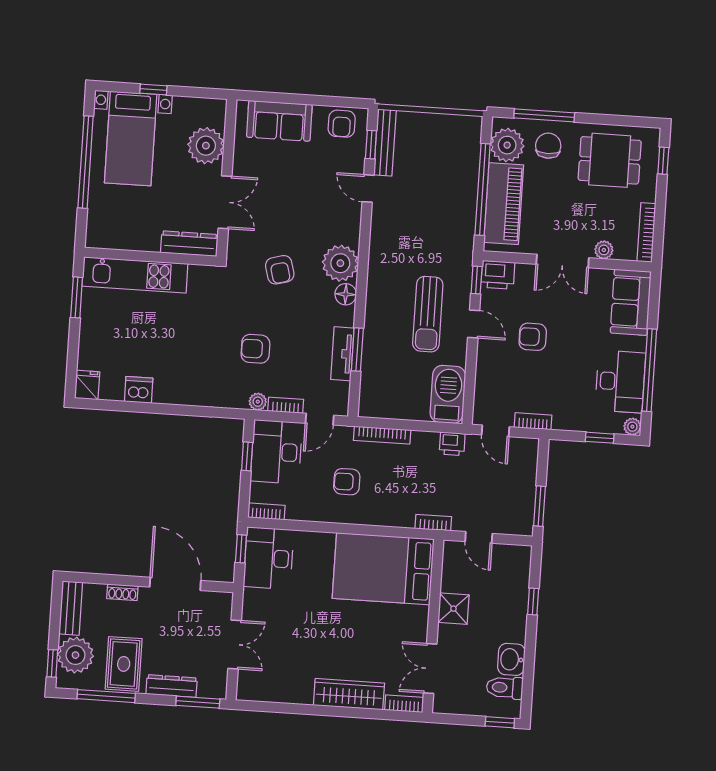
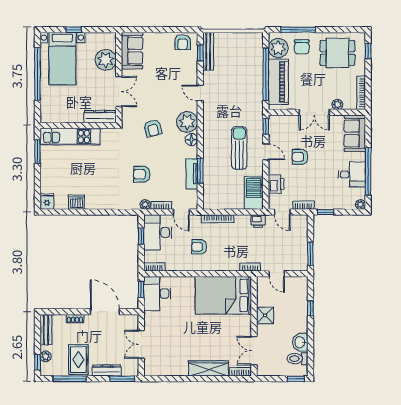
sofa: (279, 121) -> (132, 51), moved, turned -90
chair: (548, 146) -> (302, 47), turned 180
door: (368, 188) -> (200, 93), moved
printer: (498, 275) -> (276, 184), moved, turned -90
sun lounger: (428, 314) -> (239, 148), turned 180
desk: (620, 382) -> (352, 174), width x0.73
door: (320, 419) -> (181, 212), hinge flipped
window: (600, 438) -> (325, 212), moved
double door: (235, 645) -> (141, 344), swing flipped
plant: (75, 655) -> (46, 356), width x0.53, depth x0.53

